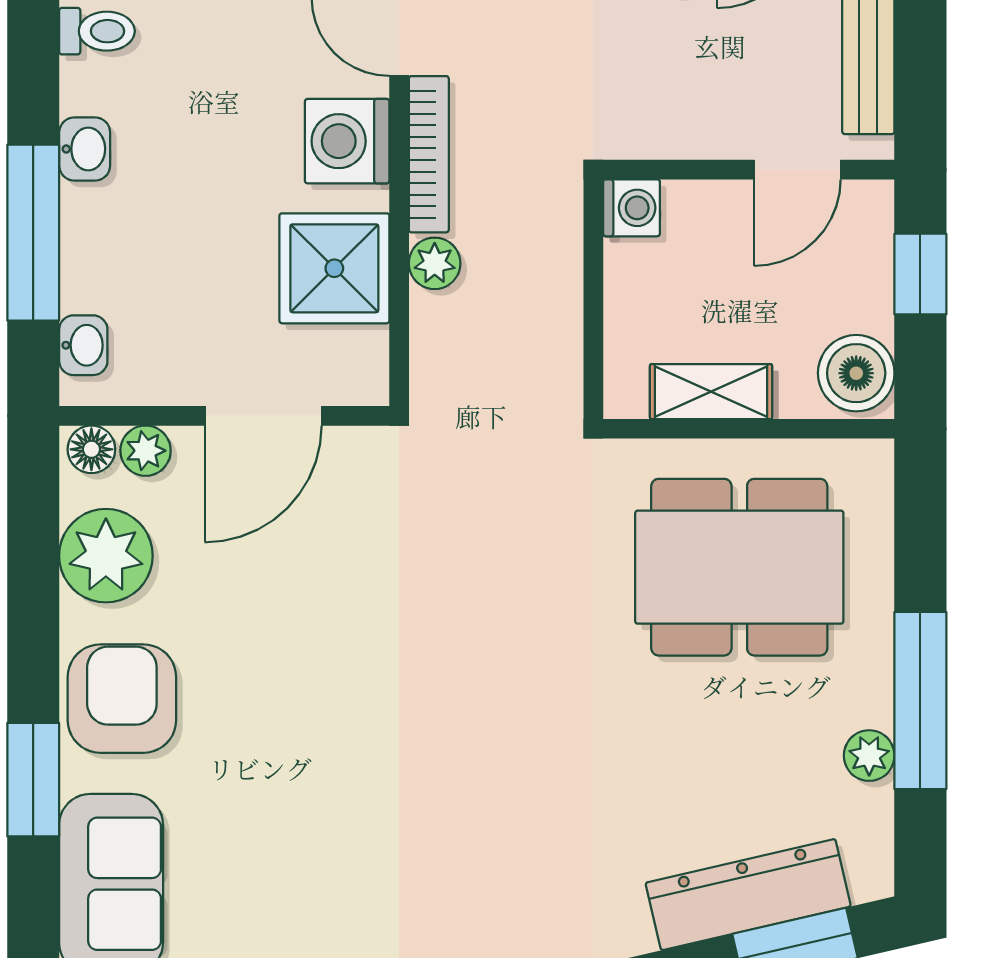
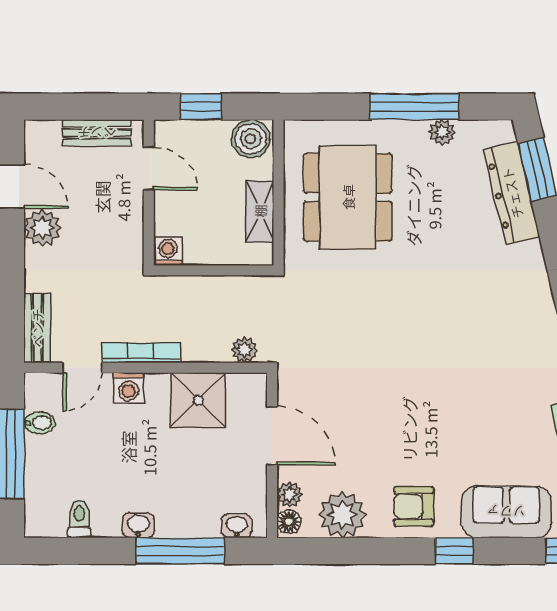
washing machine: (347, 141) -> (129, 388), width x0.73, depth x0.73
plant: (435, 263) -> (244, 350), moved
armchair: (122, 699) -> (414, 506), width x0.72, depth x0.72
window: (33, 780) -> (454, 551), width x0.67

